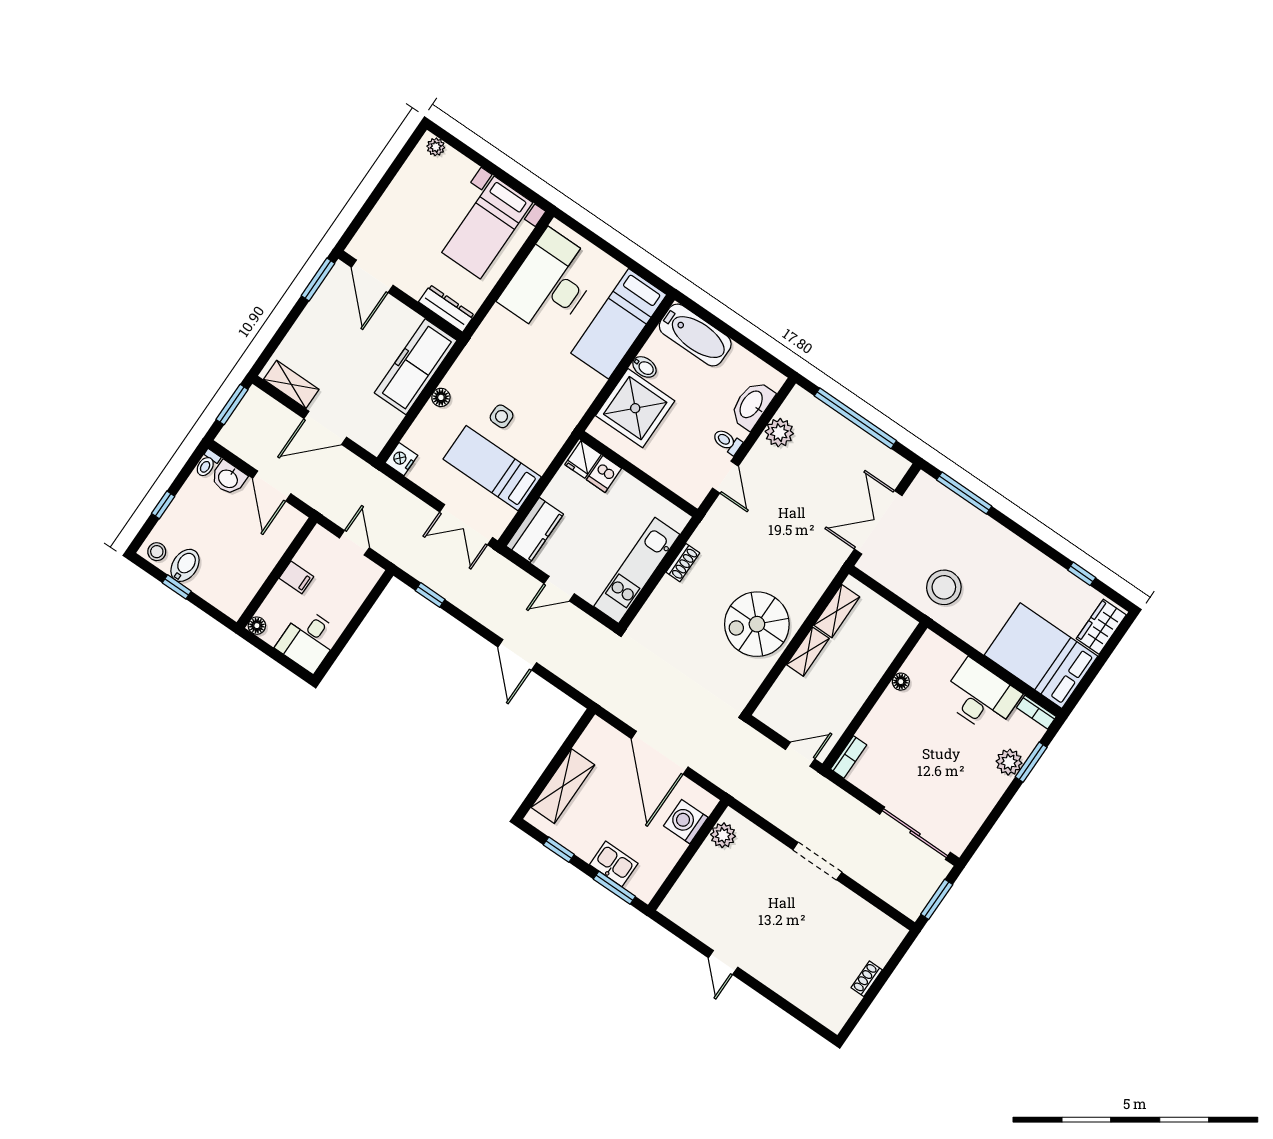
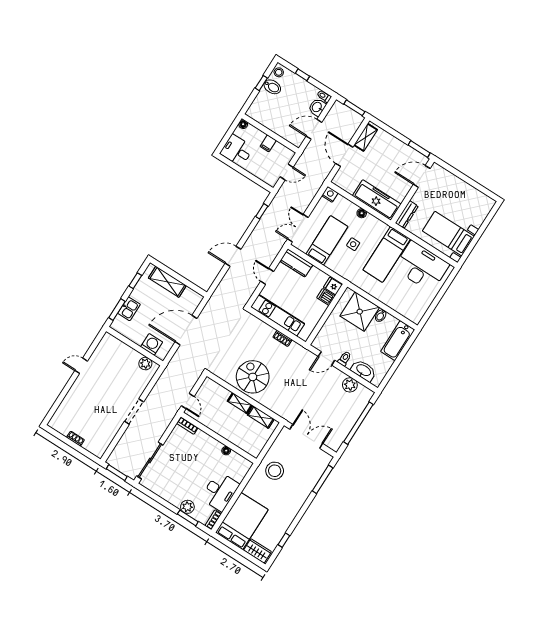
plant: (436, 147) -> (488, 206), removed
bed: (619, 324) -> (387, 254), moved, turned -90

